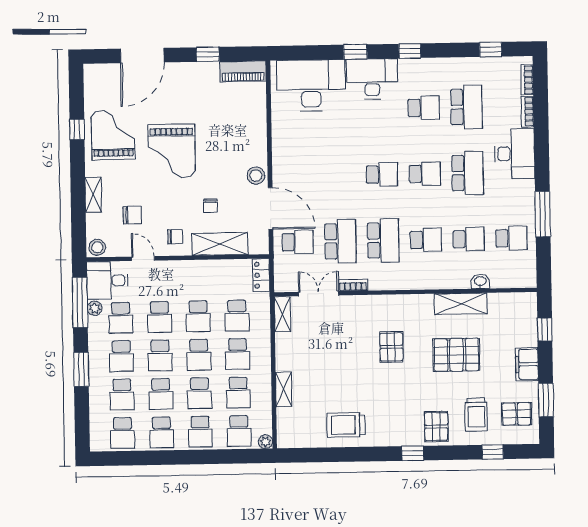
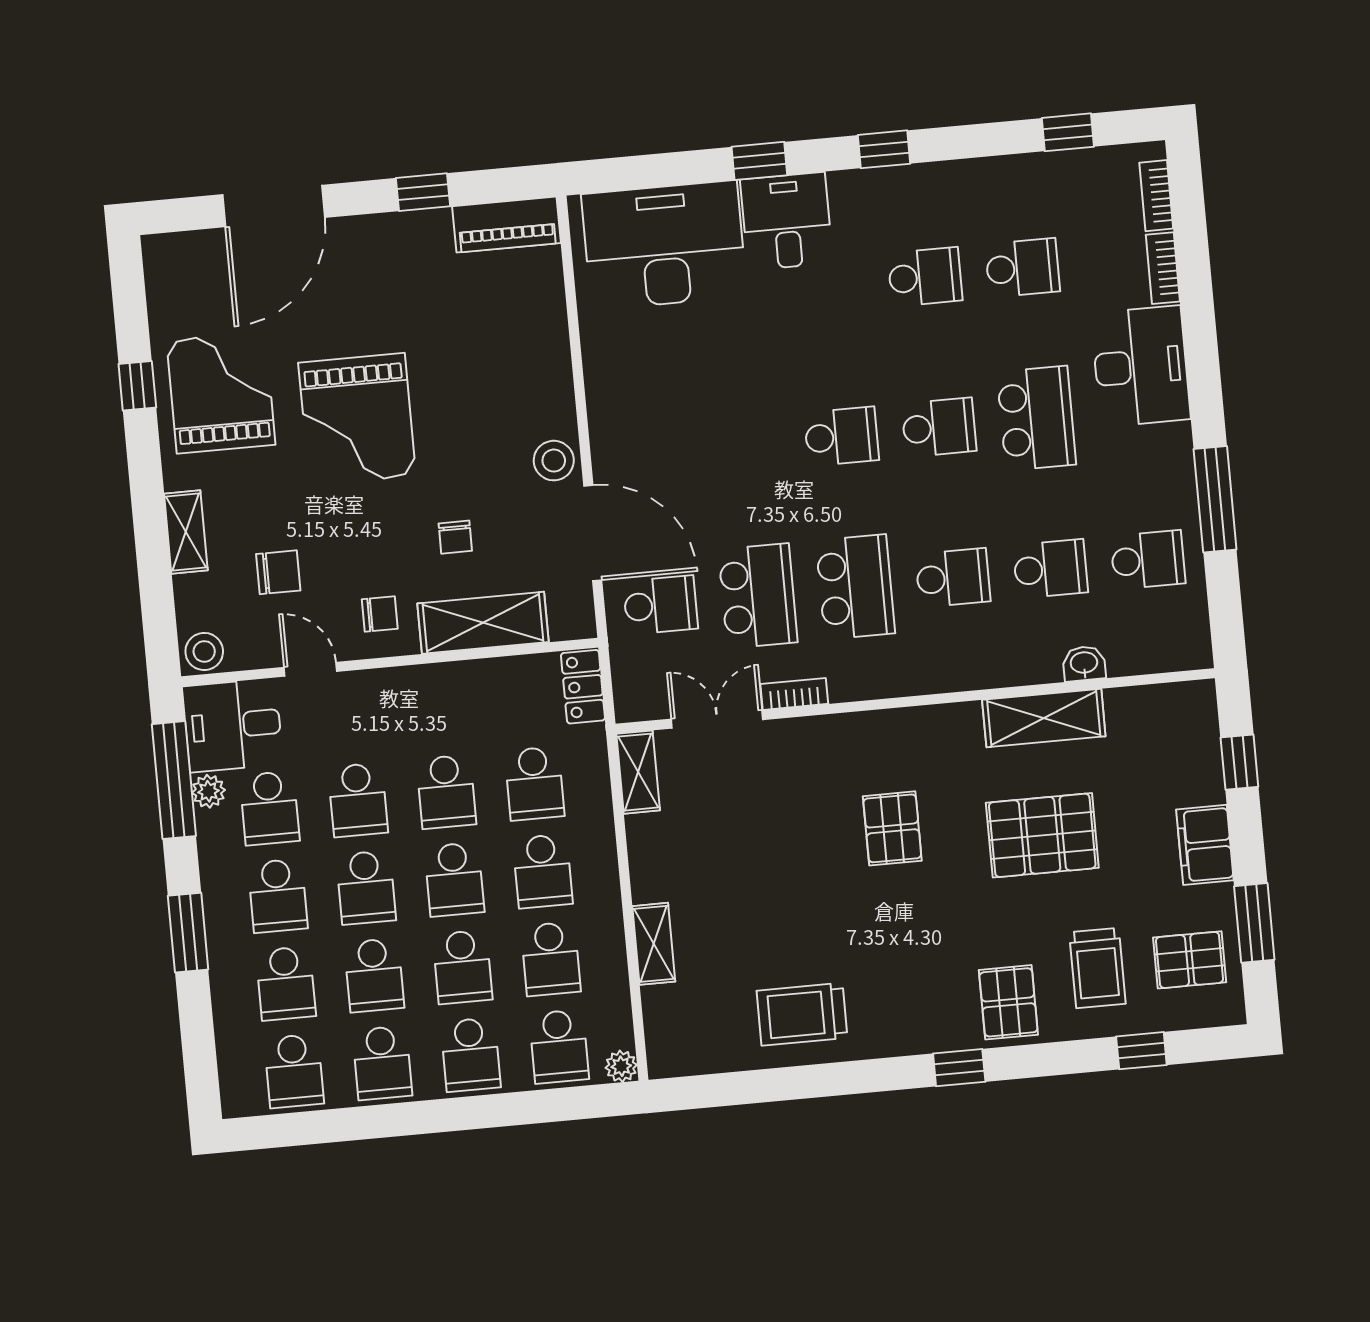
desk: (372, 79) -> (786, 221), width x0.73
school desk: (466, 107) -> (1022, 268), width x0.54

